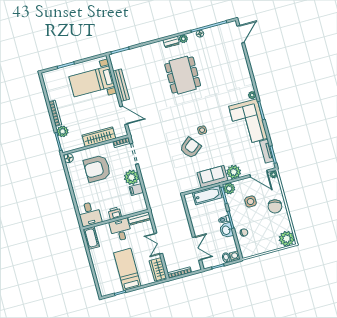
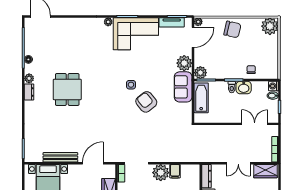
dining table: (183, 75) -> (67, 89), width x0.73
side table: (251, 202) -> (220, 54), removed

